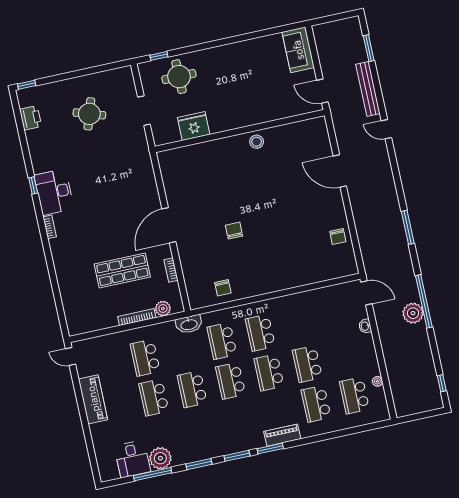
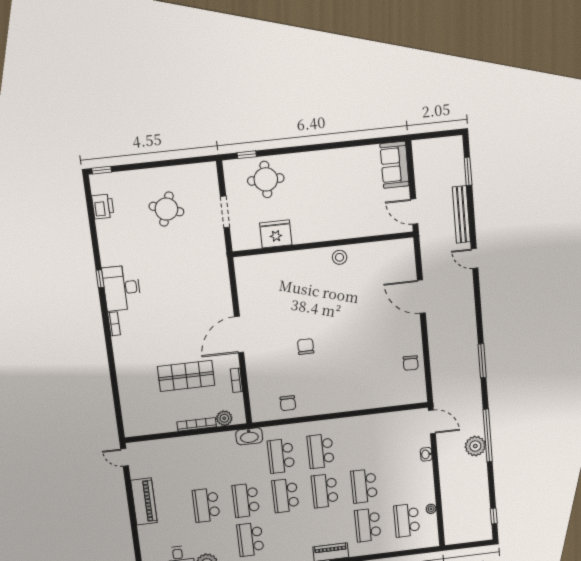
school desk: (145, 358) -> (250, 539), moved

